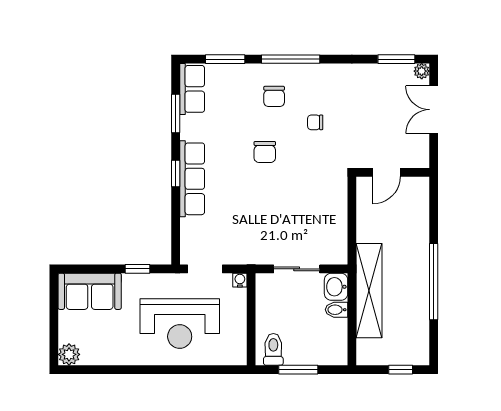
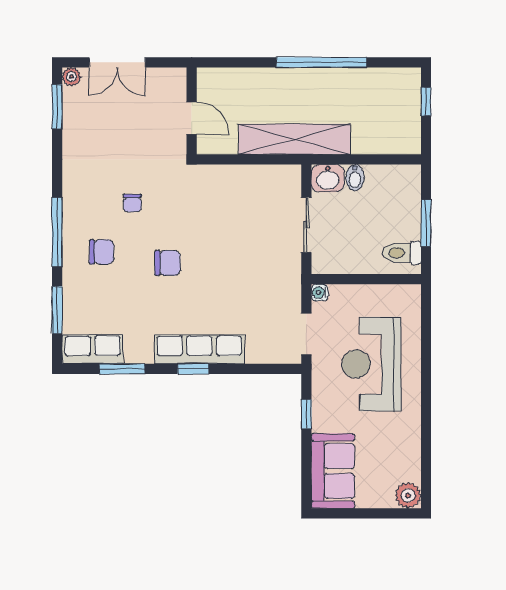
shelving: (369, 291) -> (294, 139), moved
reception desk: (180, 324) -> (371, 364), turned 180

